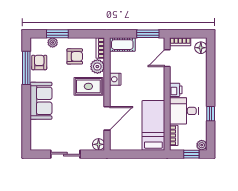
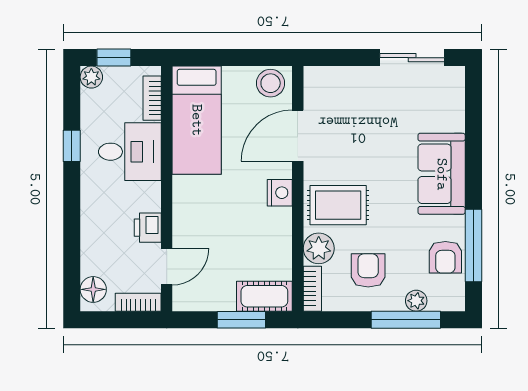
window: (57, 34) -> (406, 320), width x1.44
window: (148, 34) -> (241, 320), moved
armchair: (75, 56) -> (368, 270), turned 90
nightstand: (115, 79) -> (280, 193), moved
printer: (176, 90) -> (148, 228), moved
stool: (119, 142) -> (271, 83), added
floor lamp: (99, 144) -> (316, 79), removed
sliding door: (65, 154) -> (412, 58), moved

